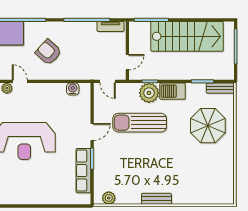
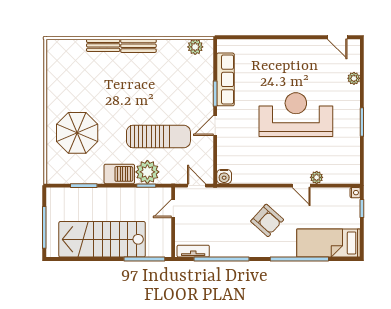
bench: (220, 88) -> (103, 45), moved
water cooler: (73, 89) -> (224, 177), moved

